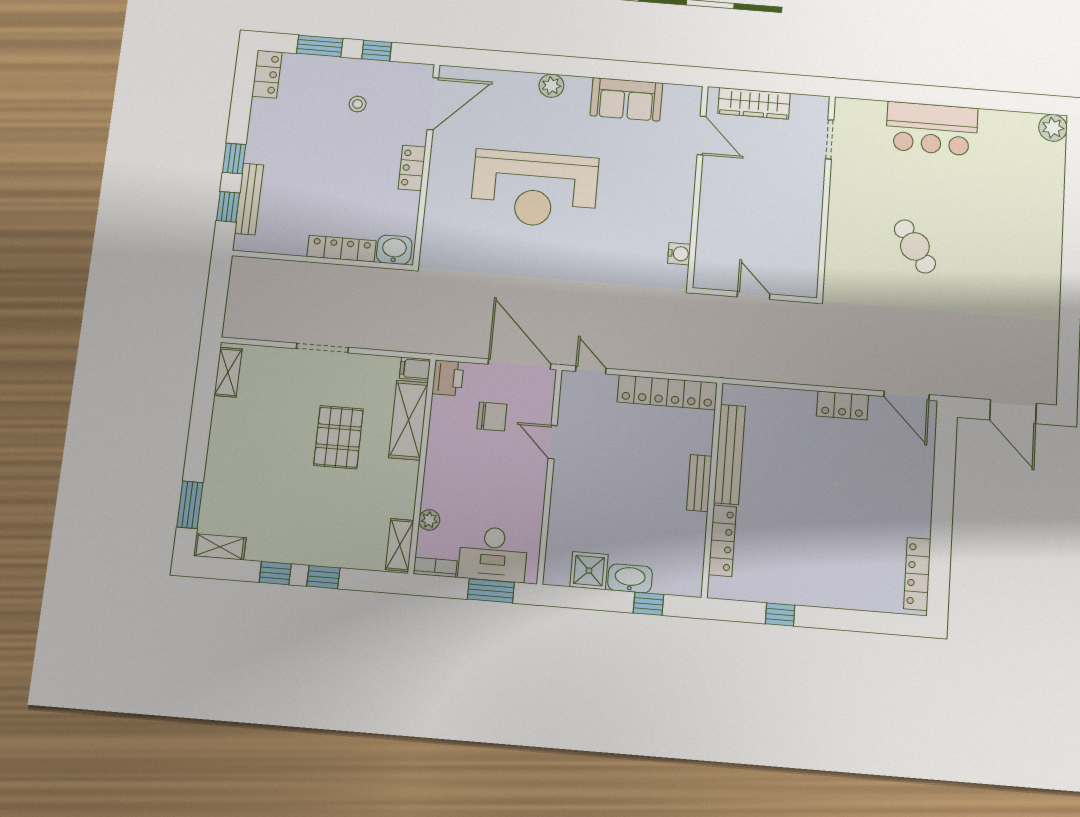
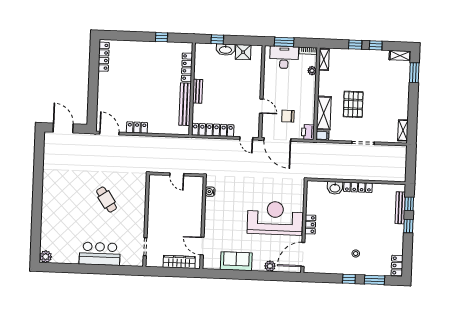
door: (433, 104) -> (303, 255), moved
wall: (426, 164) -> (304, 227), moved
locker: (412, 168) -> (310, 224), moved

